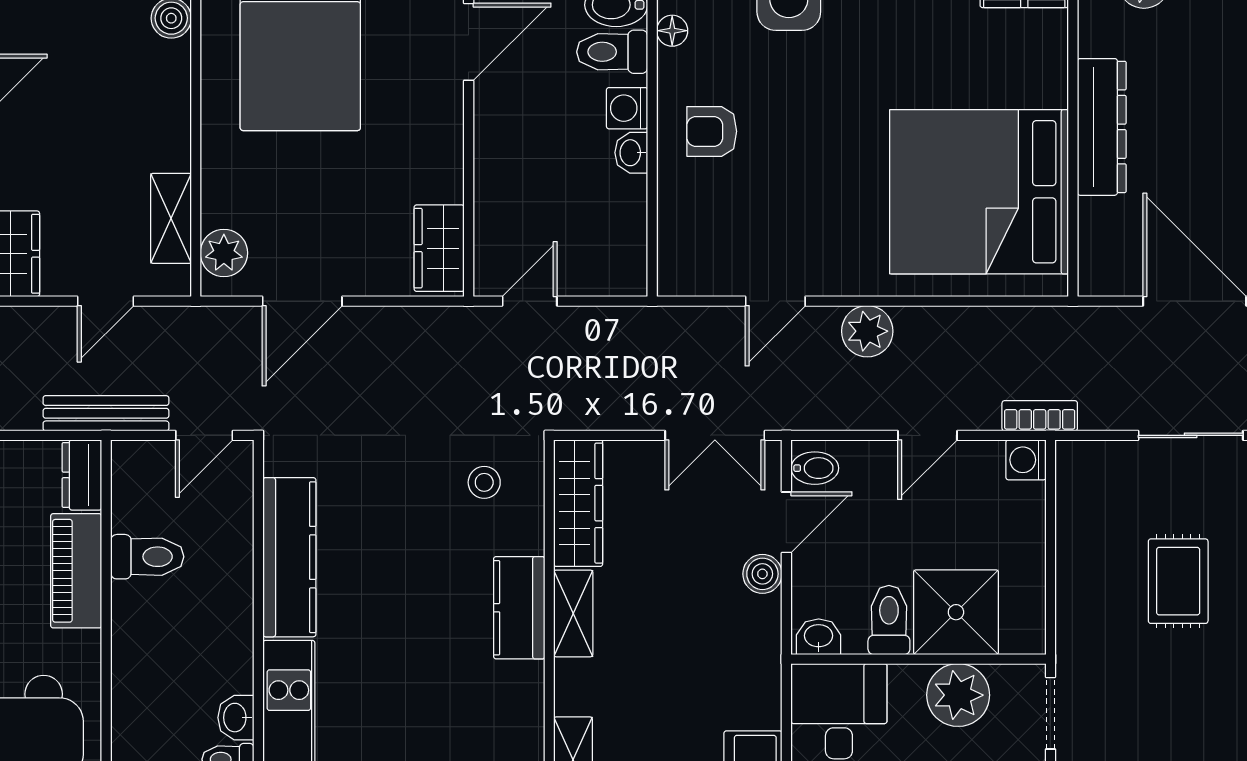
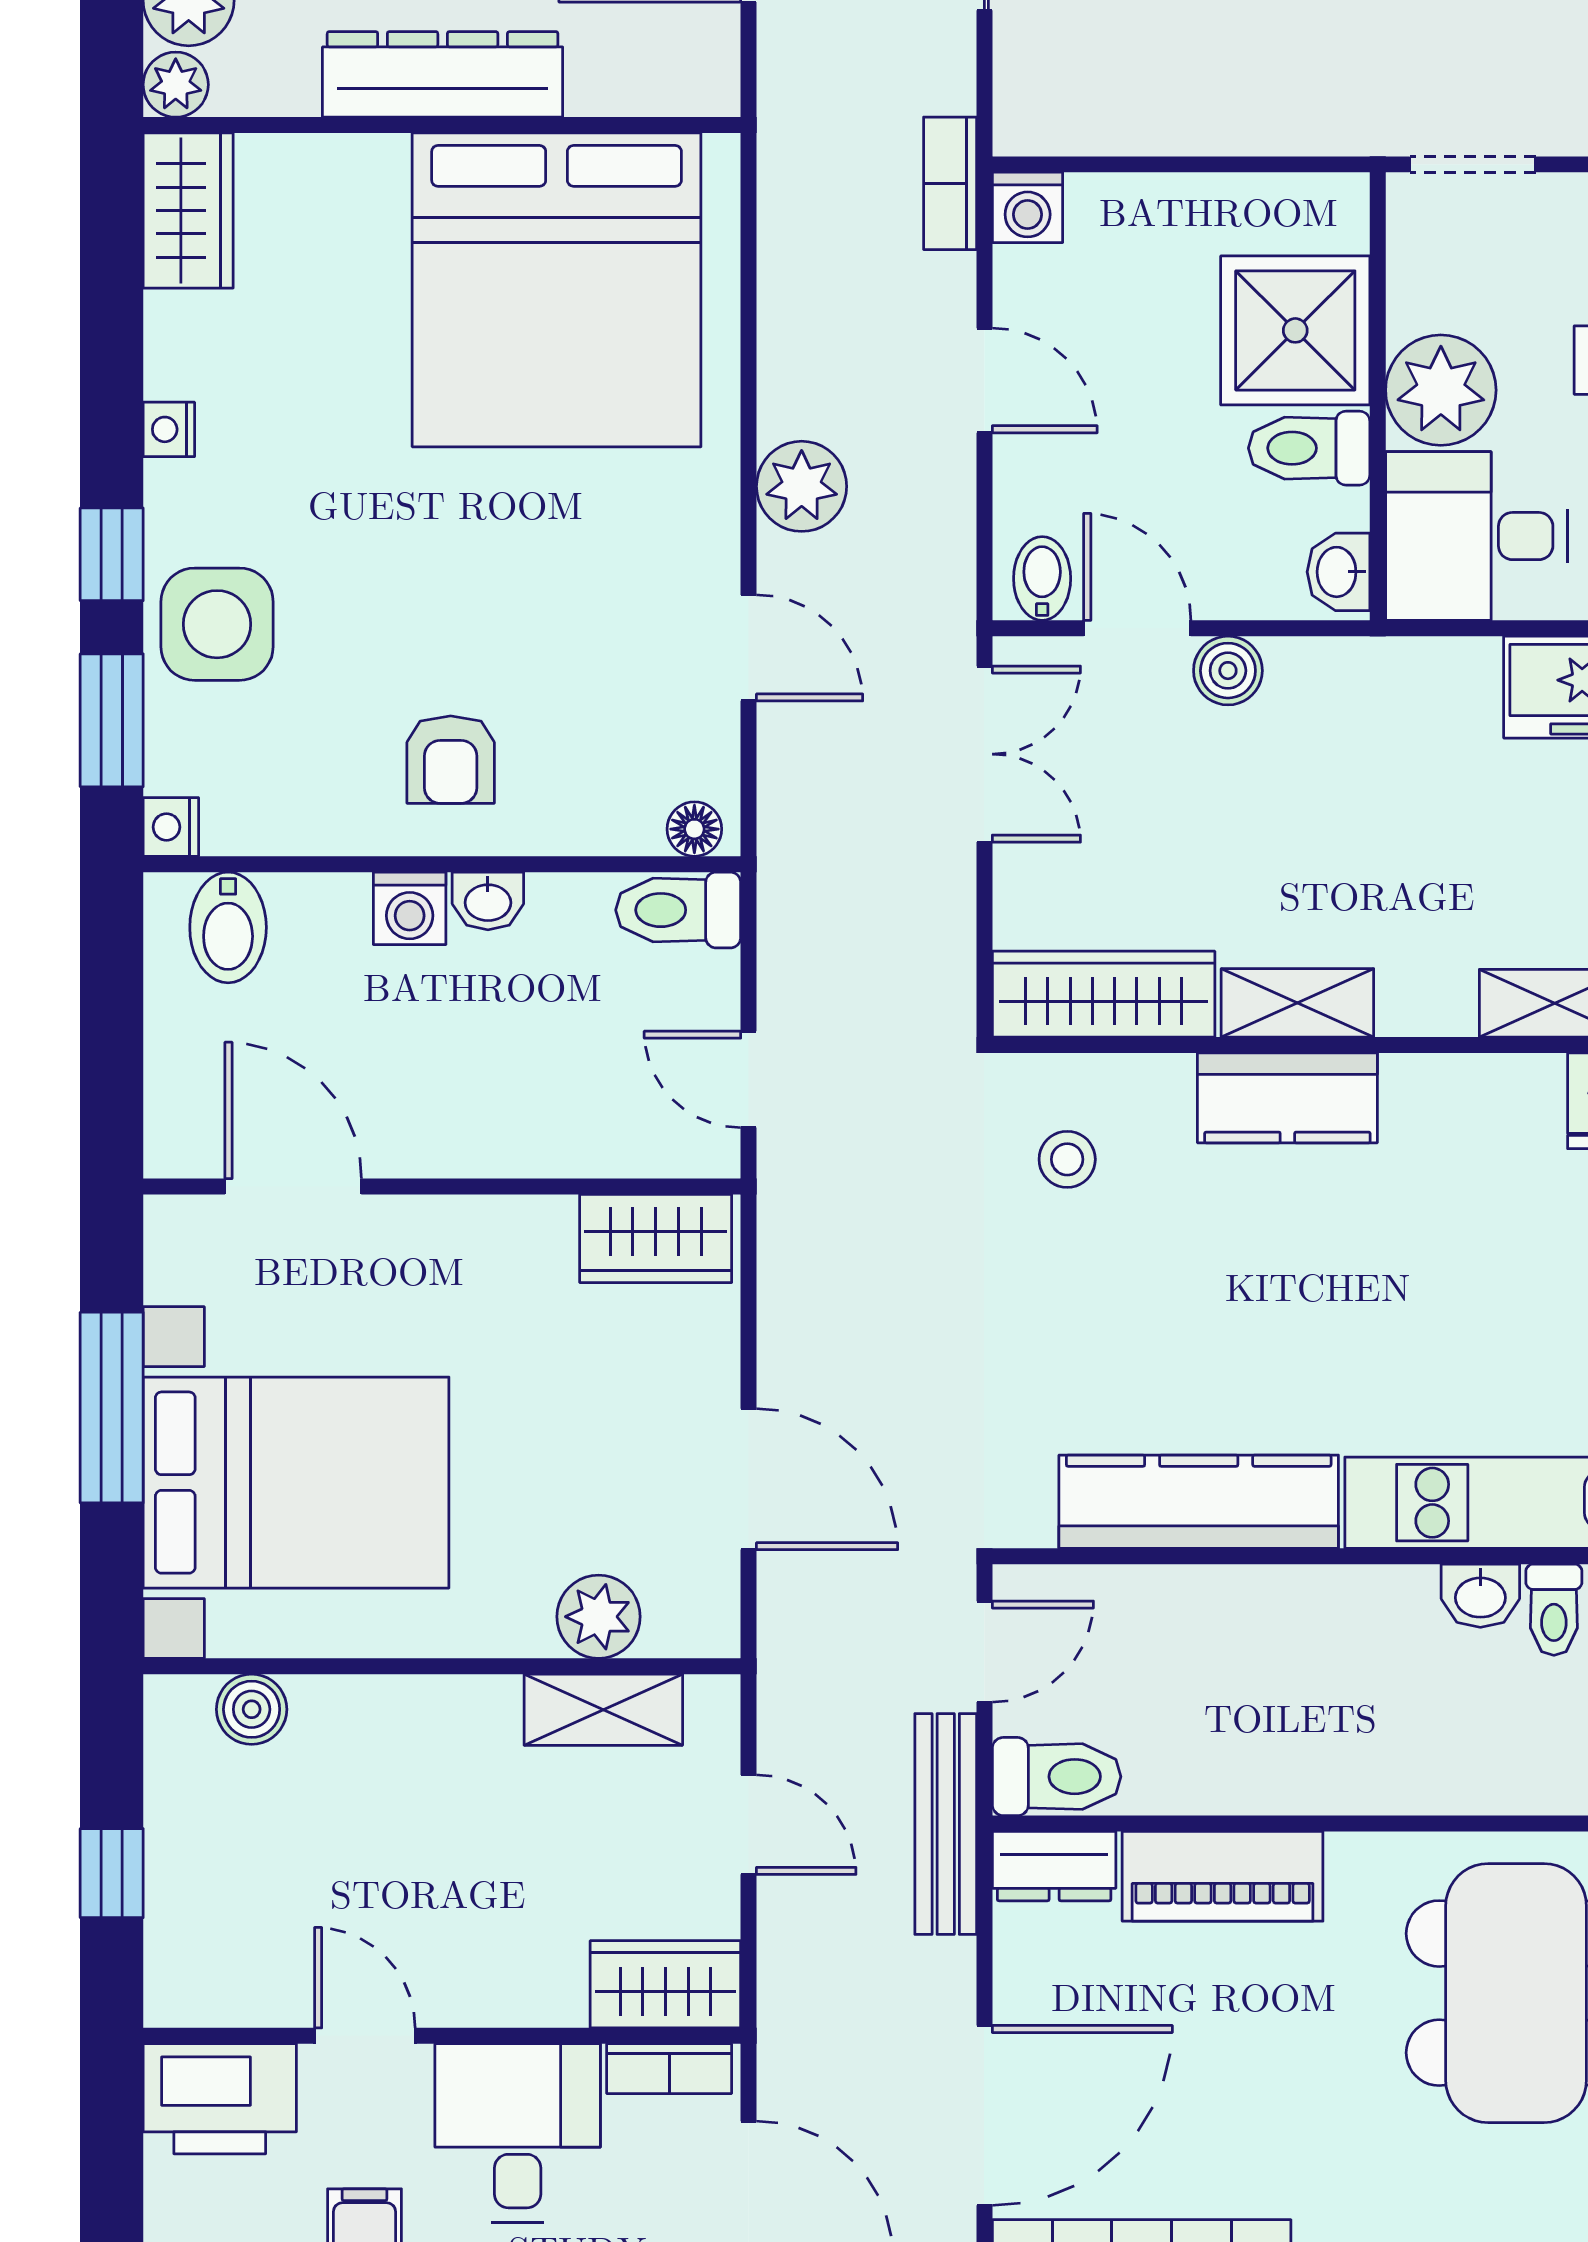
floor lamp: (672, 31) -> (694, 829), moved
toilet: (612, 52) -> (678, 910), moved, turned 90
plant: (224, 253) -> (599, 1617), moved
door: (204, 435) -> (984, 1652), hinge flipped
toilet: (147, 557) -> (1057, 1777), moved, turned 90
plant: (958, 695) -> (1441, 390), moved

